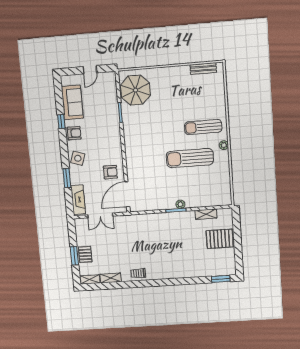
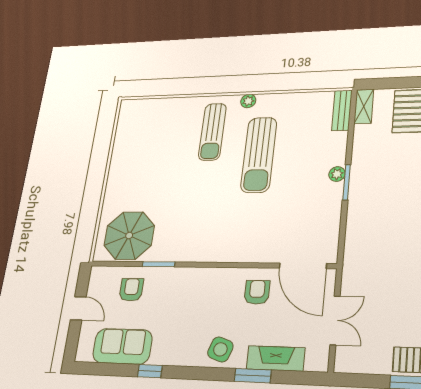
bench: (203, 69) -> (342, 110), moved
armchair: (74, 133) -> (131, 290), moved
fireplace: (78, 200) -> (276, 358), moved
shelving: (206, 214) -> (364, 106), moved

